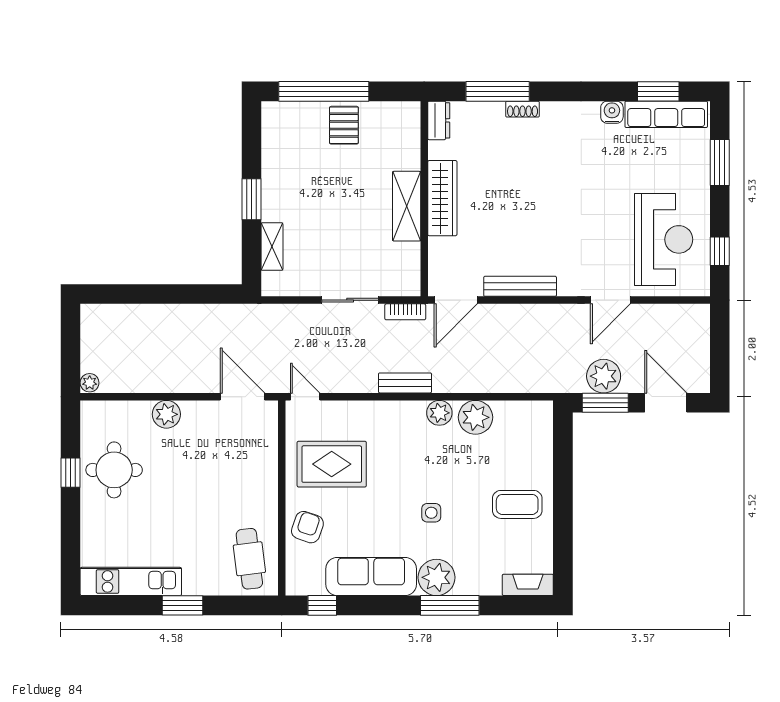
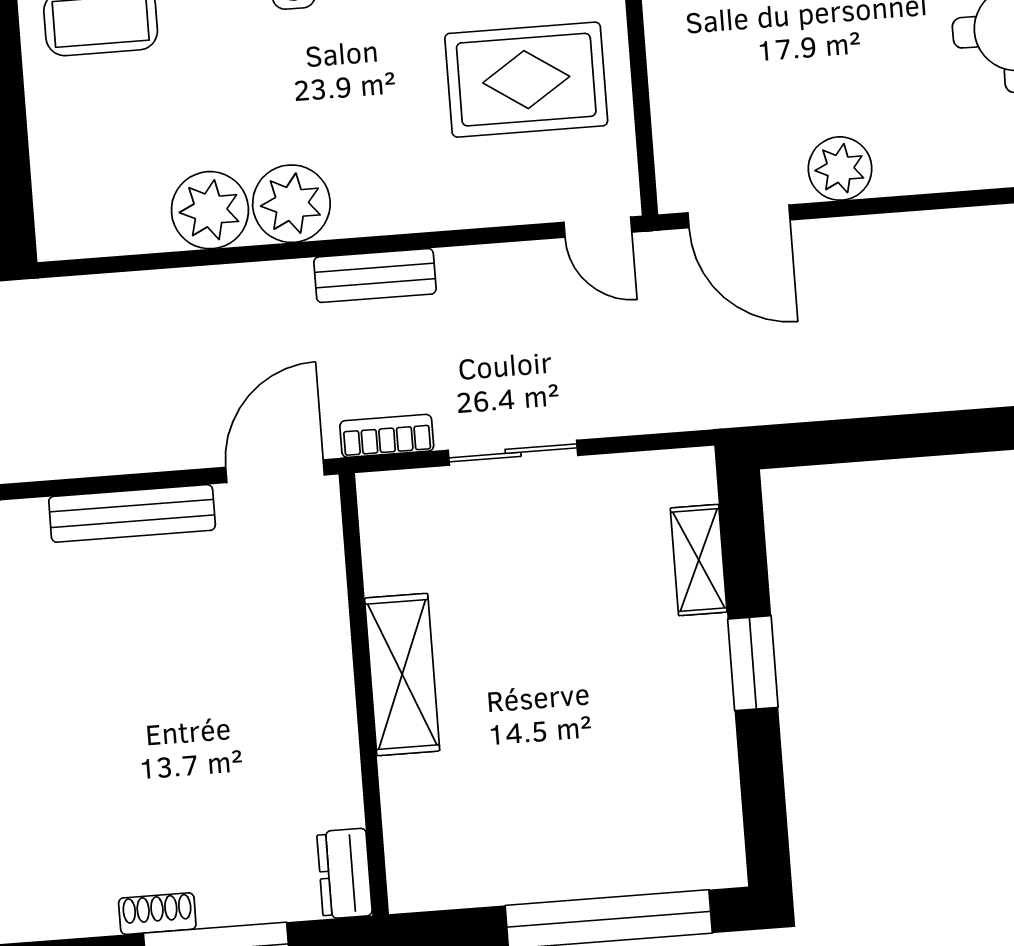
pallet: (344, 125) -> (558, 846), removed
wardrobe: (442, 198) -> (323, 699), removed
plant: (439, 413) -> (291, 204), width x1.36, depth x1.36
plant: (166, 414) -> (840, 169), moved

